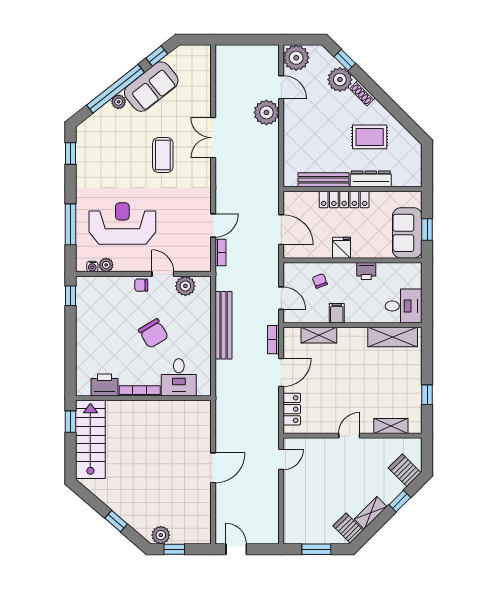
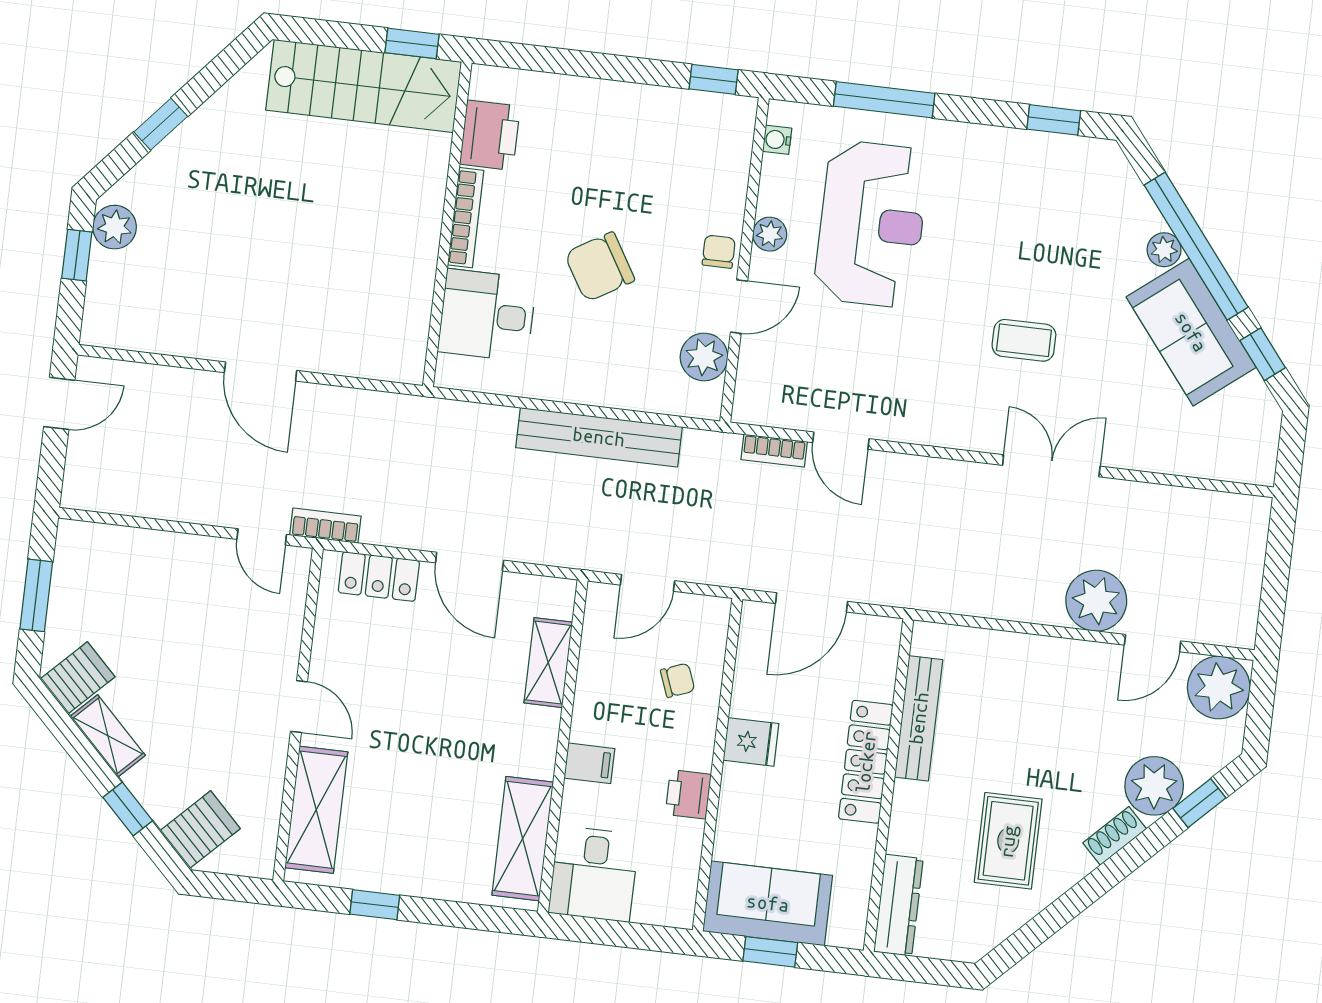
coffee table: (163, 155) -> (1024, 340), width x0.73, depth x0.77
dresser: (371, 179) -> (898, 905), moved
plant: (106, 265) -> (770, 234), moved
filing cabinet: (337, 313) -> (589, 763), moved
bookcase: (273, 340) -> (325, 526), moved
shelving: (391, 426) -> (316, 810), width x1.50, depth x1.33

